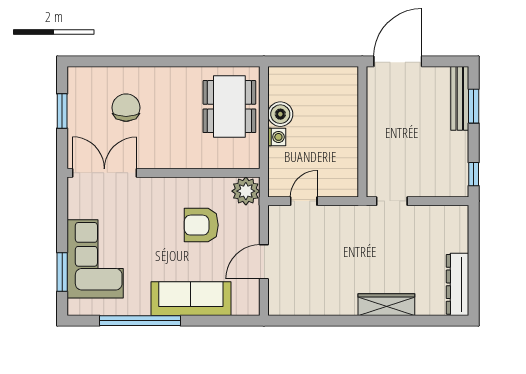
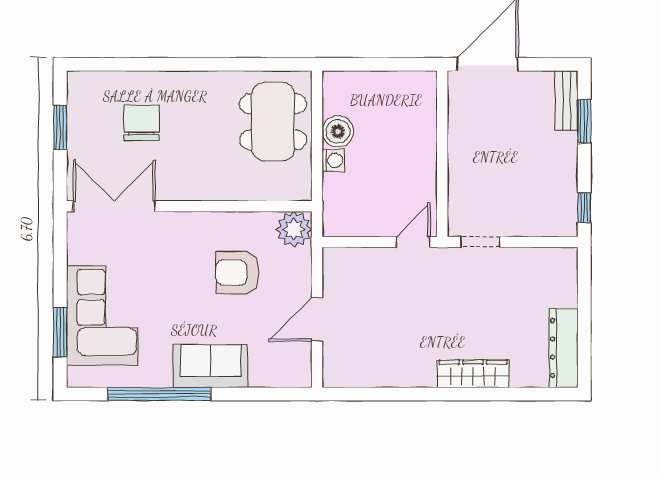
bench: (460, 98) -> (566, 101), width x0.73
door: (304, 201) -> (413, 242), moved
sofa: (191, 299) -> (211, 366), width x0.73

